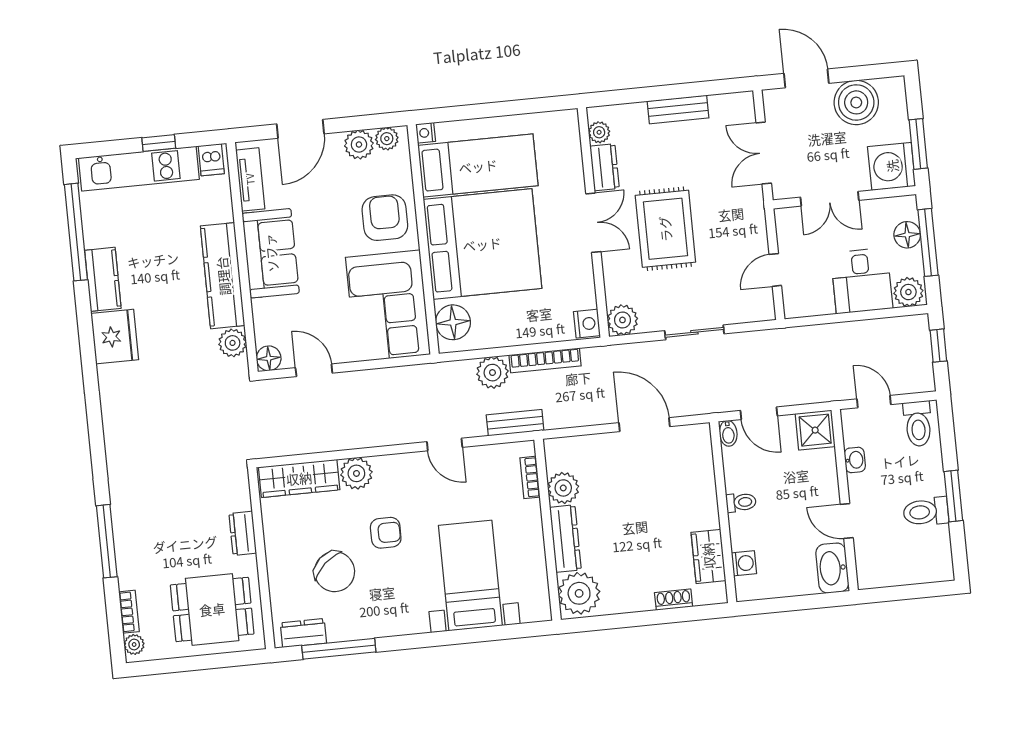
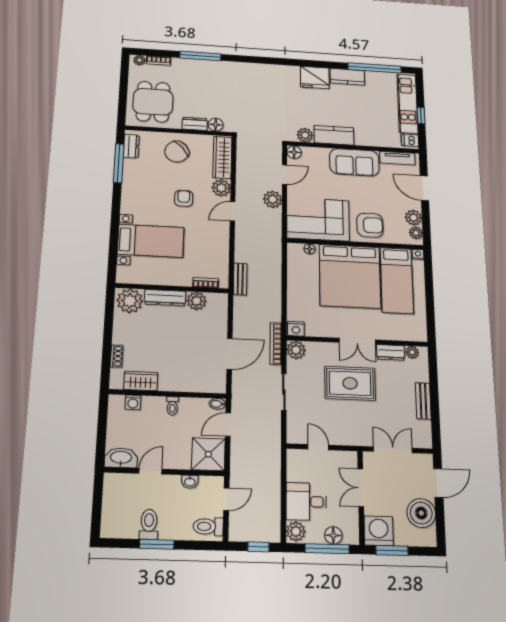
kitchen counter: (223, 276) -> (334, 135), width x0.67
floor lamp: (453, 322) -> (310, 249), width x0.53, depth x0.53
bookcase: (545, 360) -> (276, 344), moved
plant: (492, 373) -> (273, 199), moved
shower: (815, 430) -> (208, 454), width x1.36, depth x1.36
door: (445, 445) -> (233, 211), moved
floor lamp: (238, 498) -> (216, 125), added
armchair: (386, 533) -> (184, 198), turned 180
chair: (335, 572) -> (177, 152), moved

